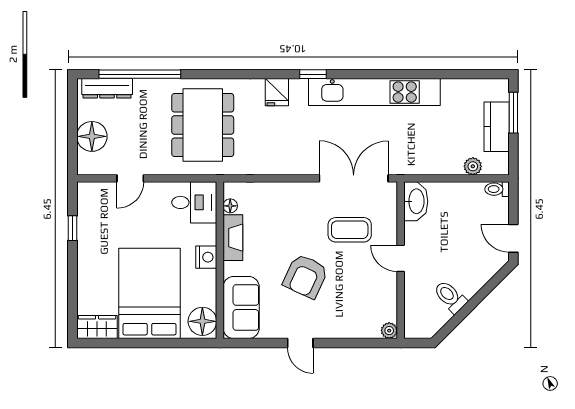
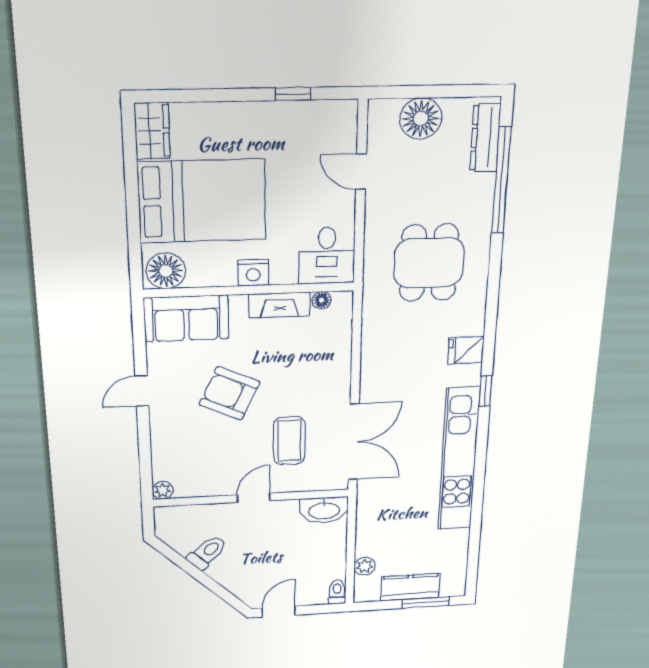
dining table: (203, 125) -> (429, 263), width x0.73

